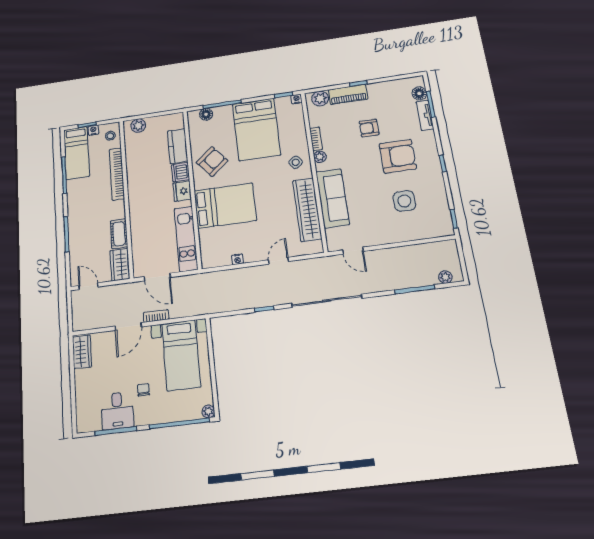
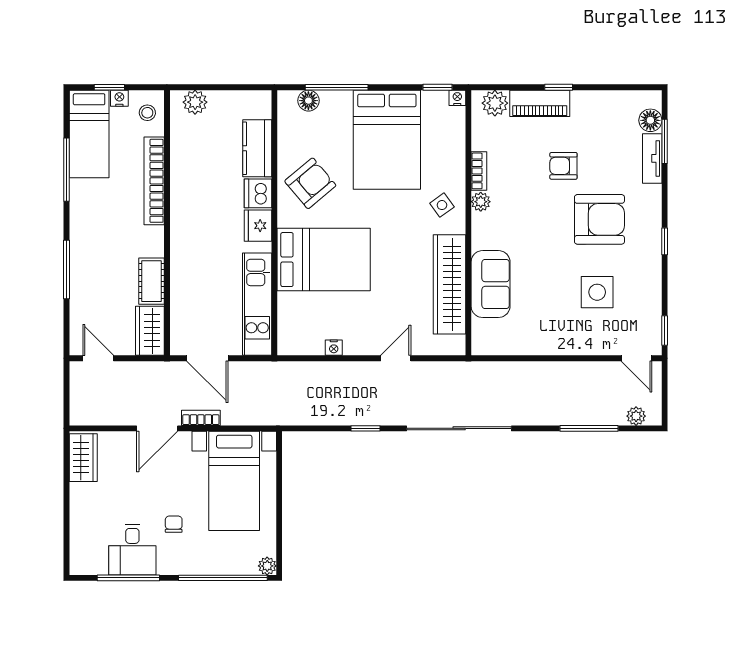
sofa: (333, 198) -> (491, 284), width x0.73
door: (353, 251) -> (637, 358), moved

